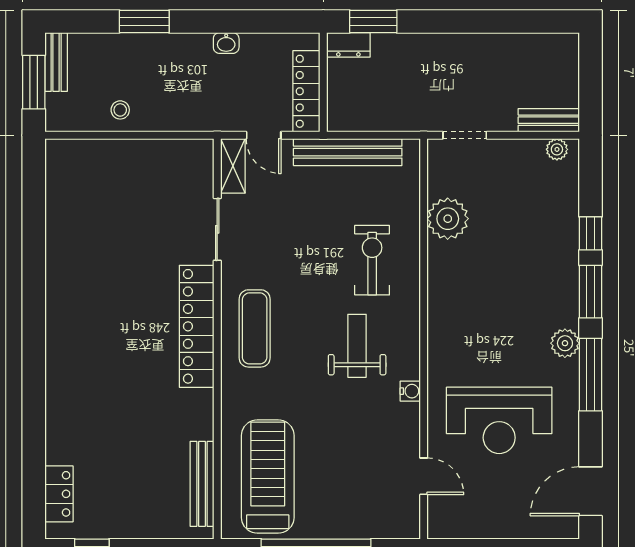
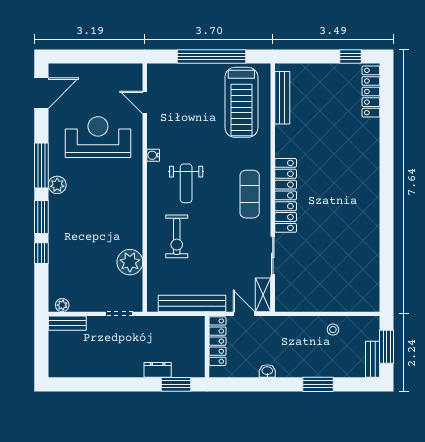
dresser: (348, 45) -> (158, 370), moved
locker: (59, 494) -> (371, 92), width x1.53

